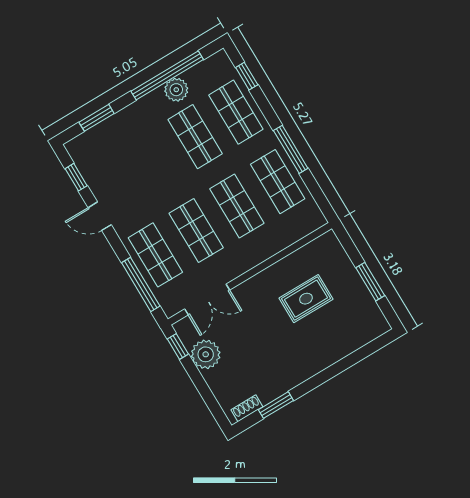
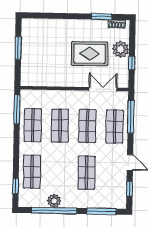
window: (97, 118) -> (102, 211), width x1.44
shop shelf: (195, 137) -> (87, 173), moved
window: (291, 149) -> (17, 109), moved
rug: (306, 299) -> (90, 54), moved, width x1.36, depth x1.43
window: (178, 346) -> (132, 63), moved
plant: (206, 354) -> (121, 49), moved

